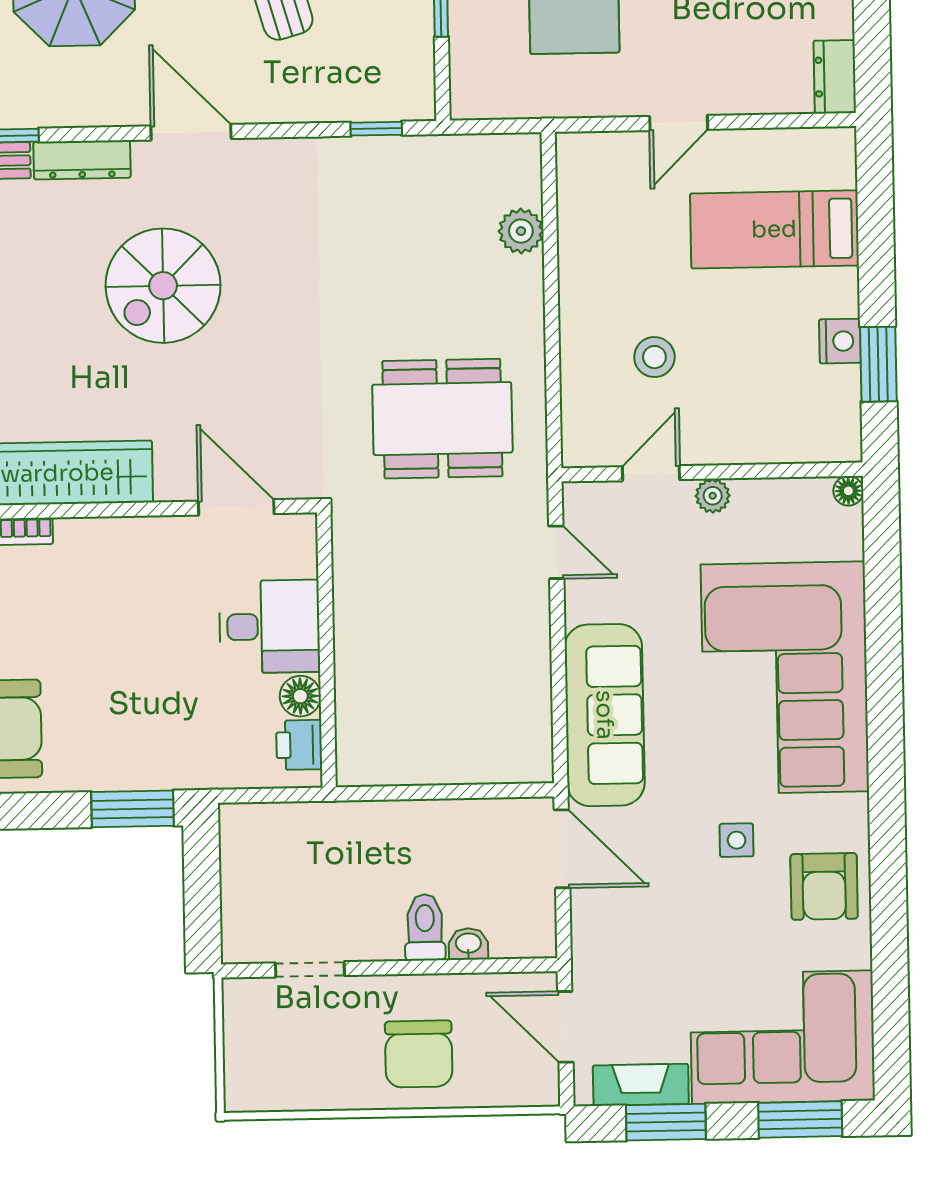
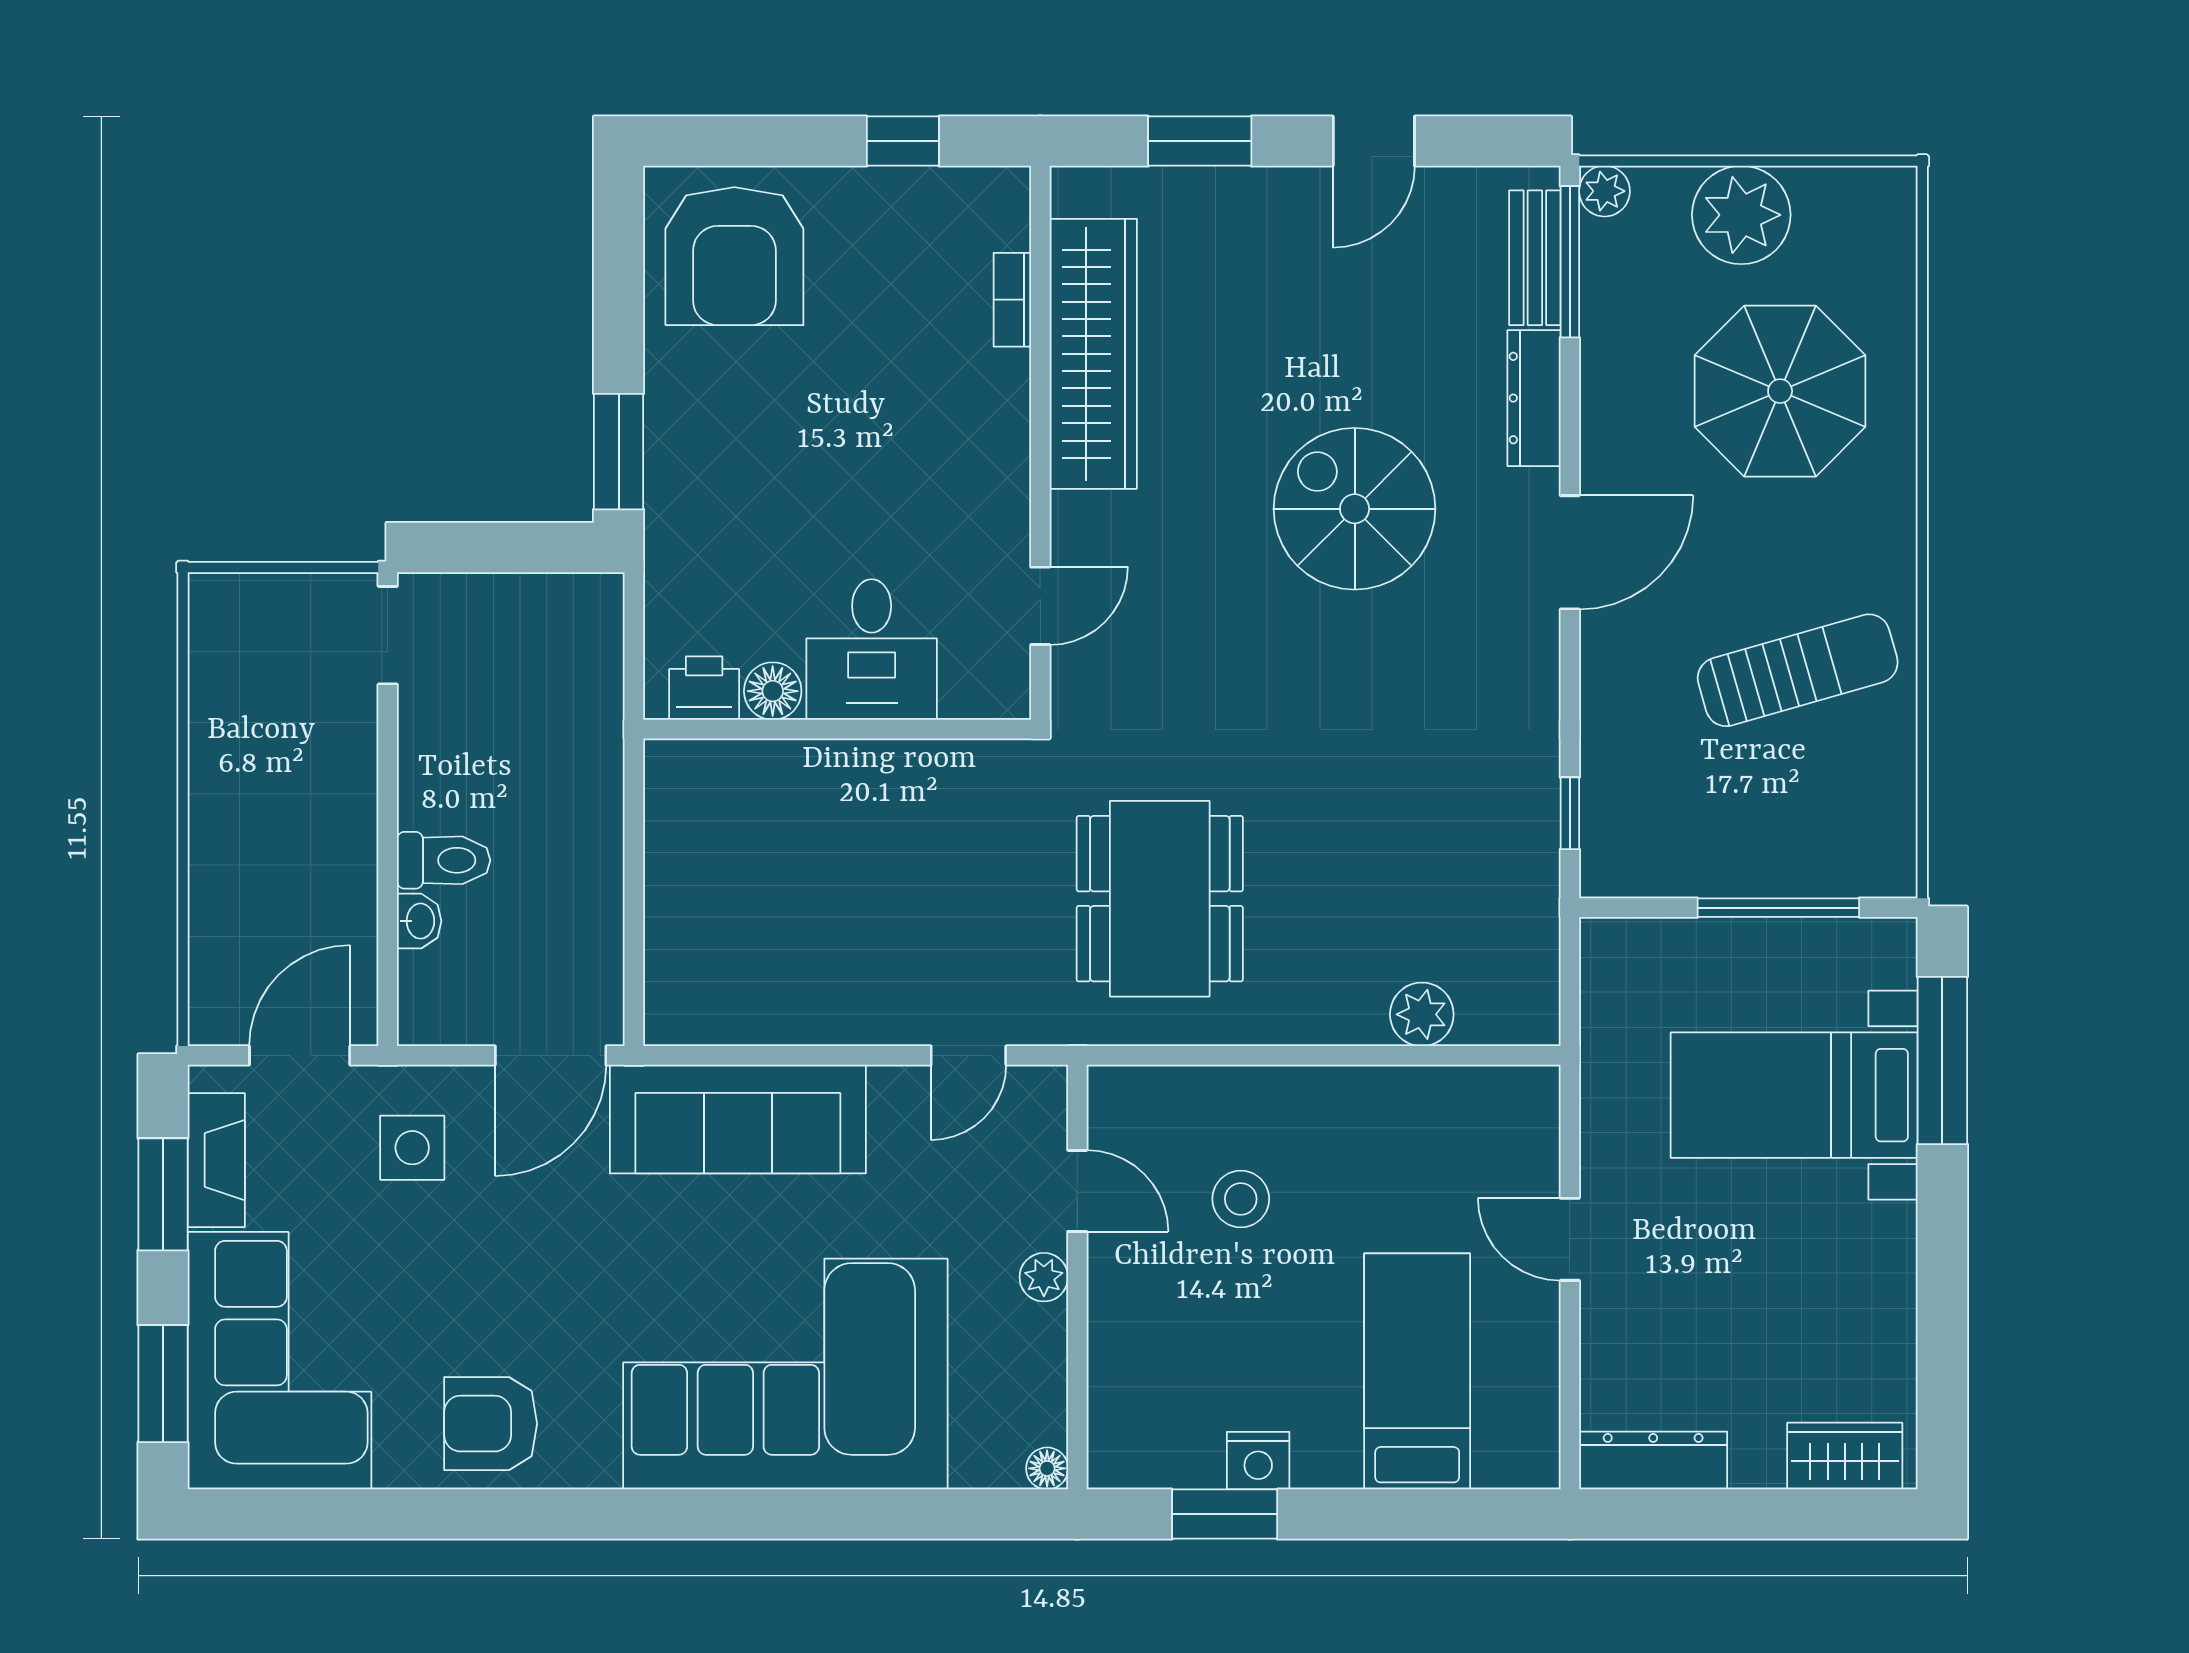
dresser: (835, 77) -> (1653, 1461), width x1.44
door: (236, 507) -> (1040, 606), width x0.73
side table: (737, 840) -> (412, 1148), moved, width x1.37, depth x1.37
doorway: (310, 969) -> (388, 635), moved
chair: (419, 1054) -> (266, 848), removed

